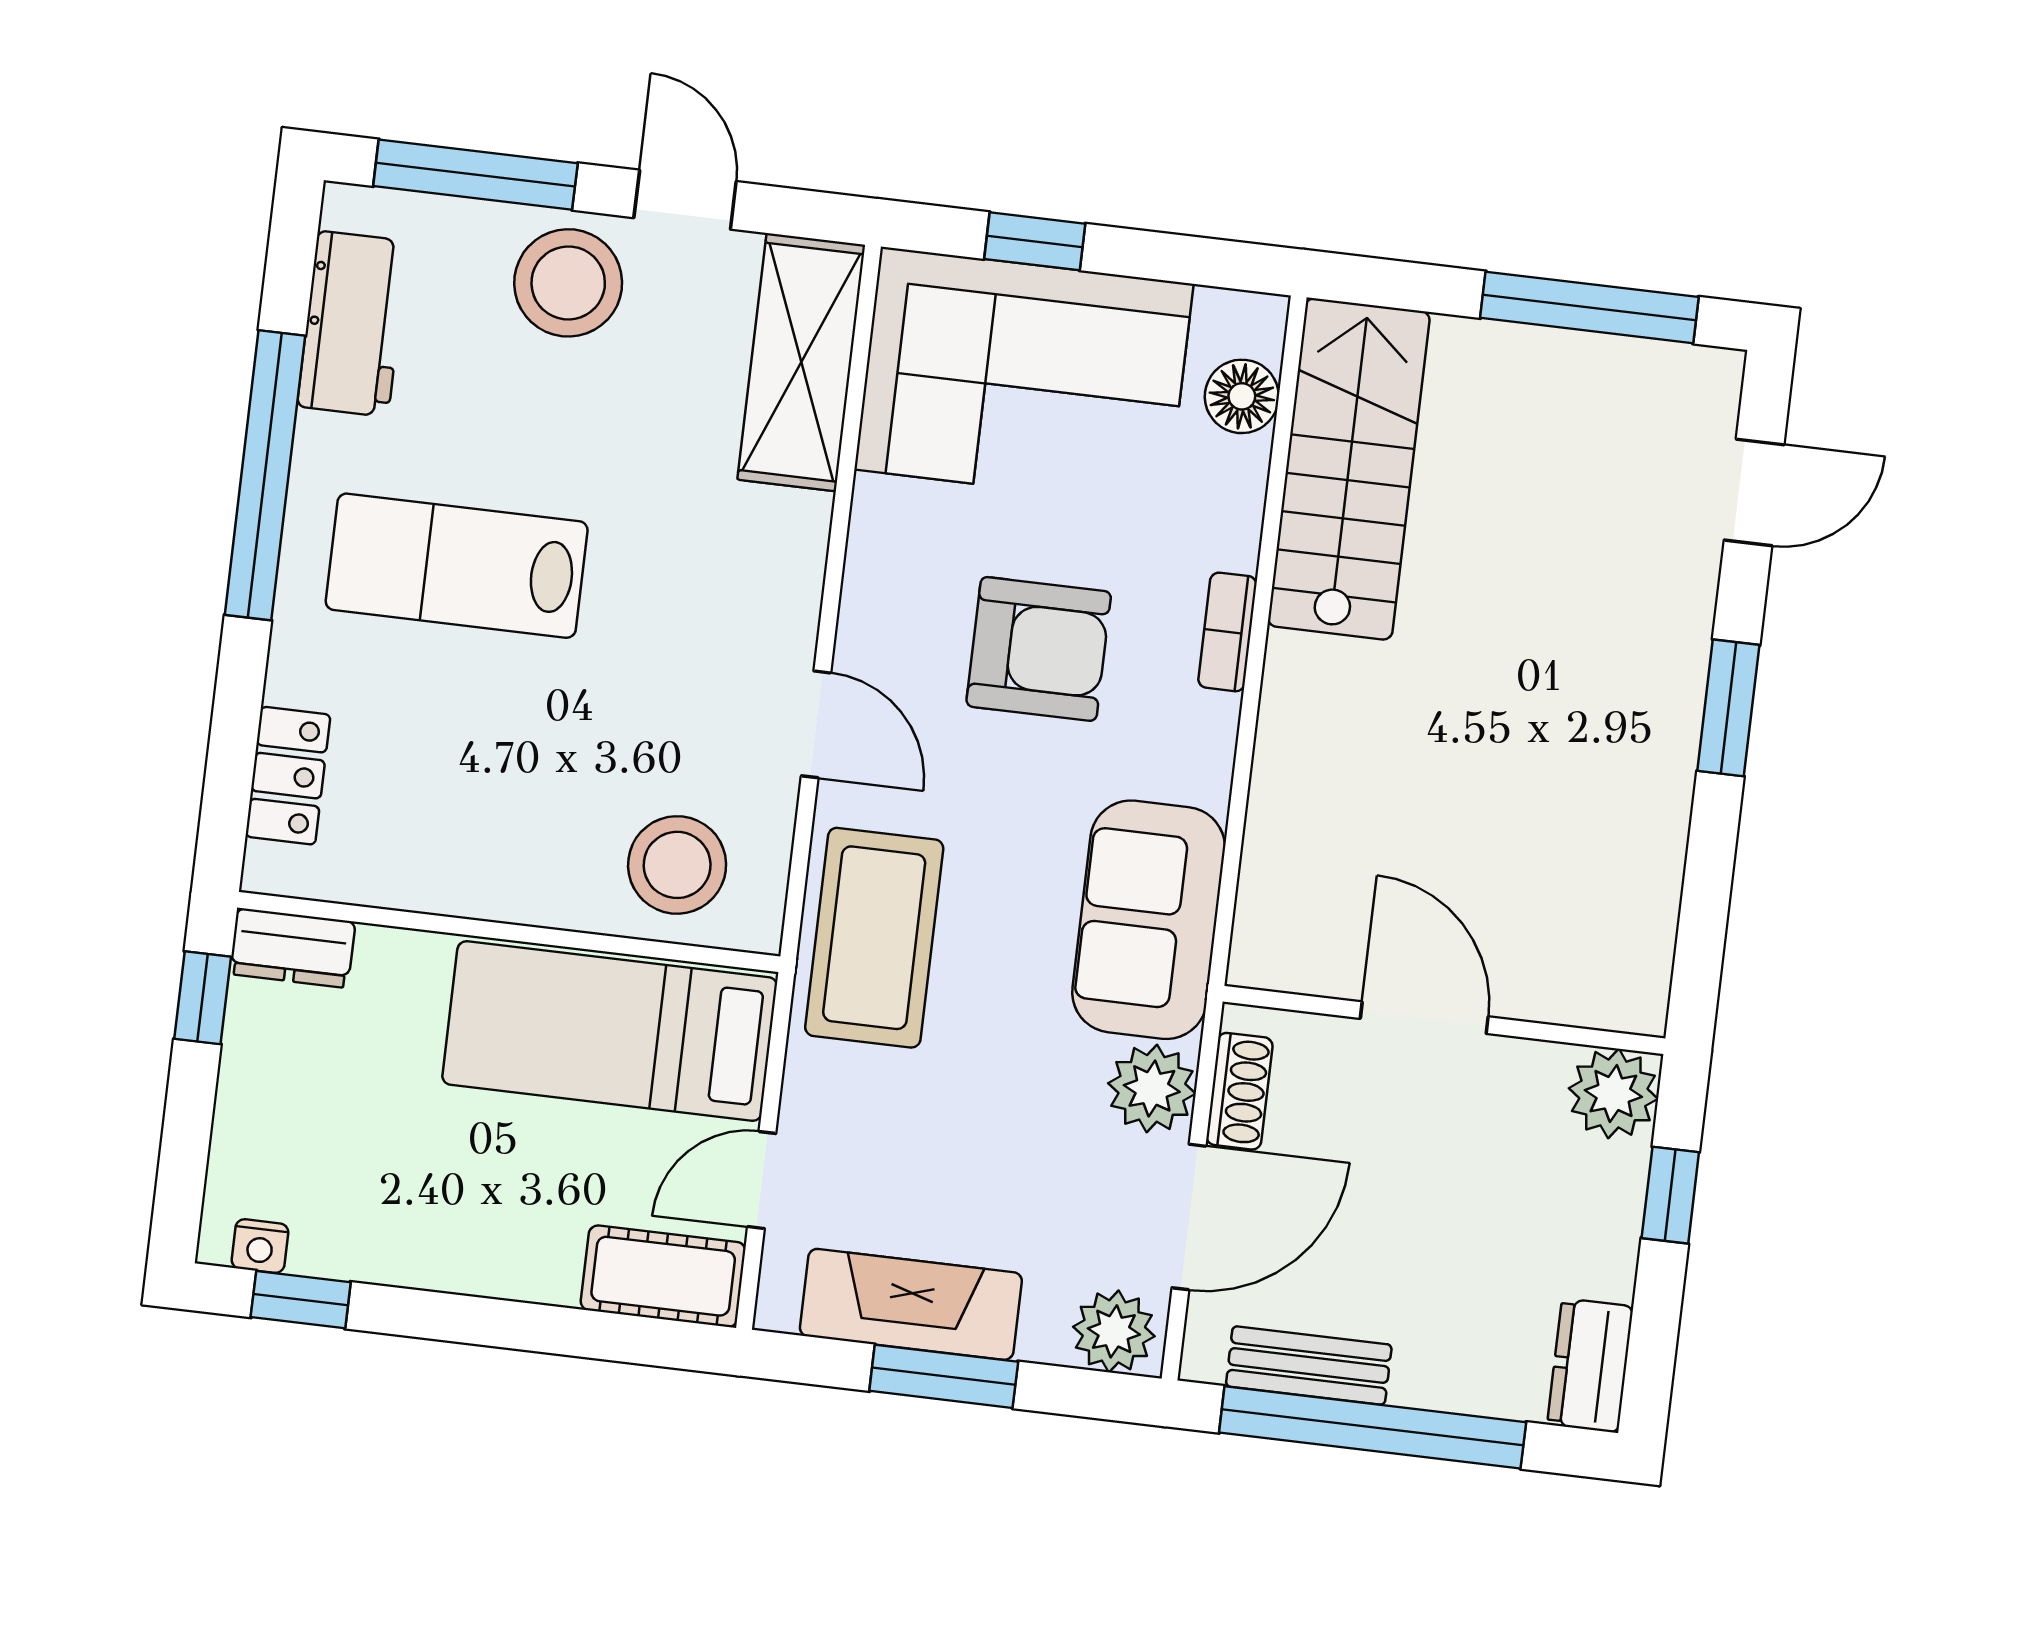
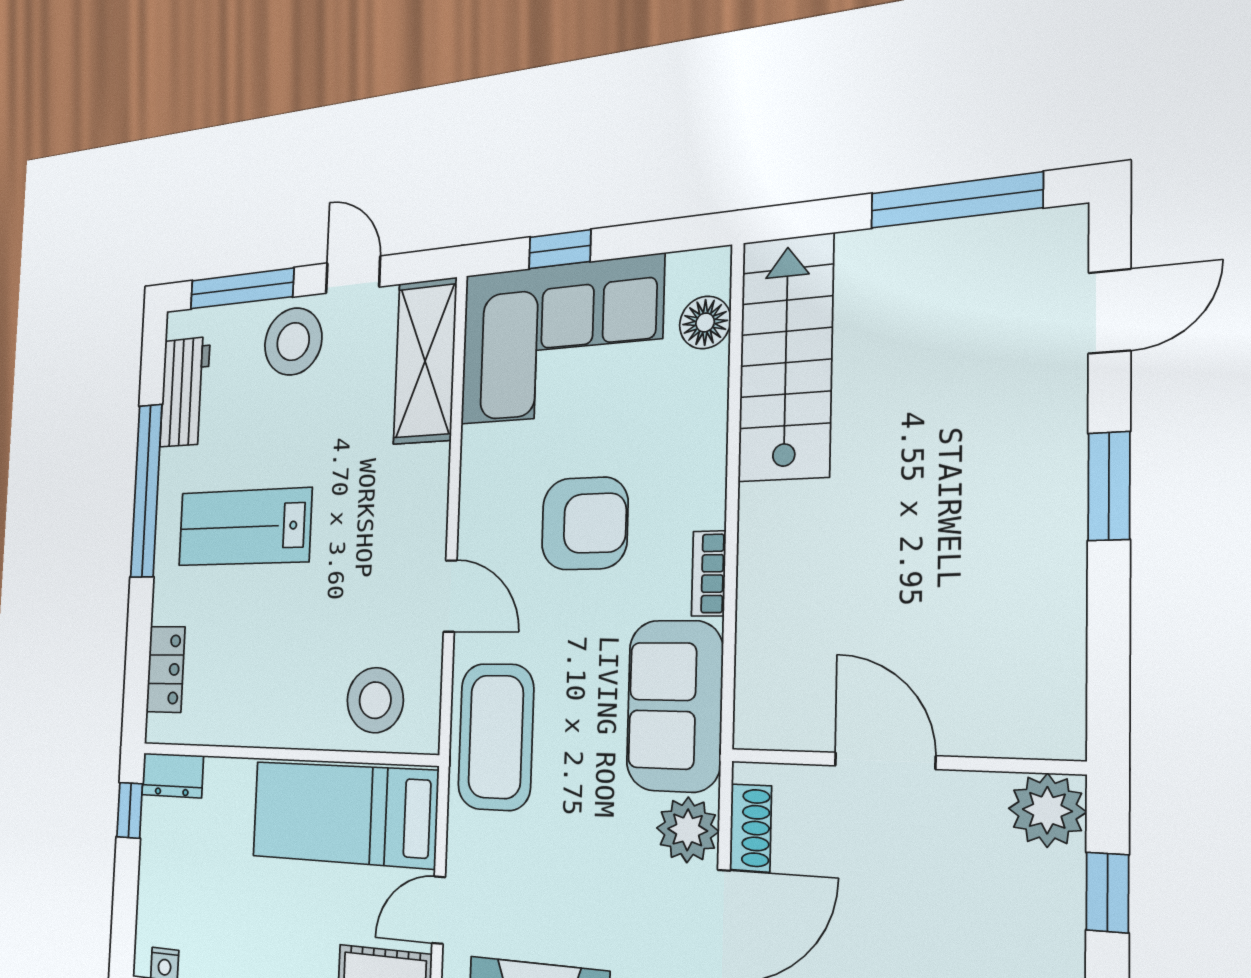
bookcase: (1227, 632) -> (709, 574), moved

